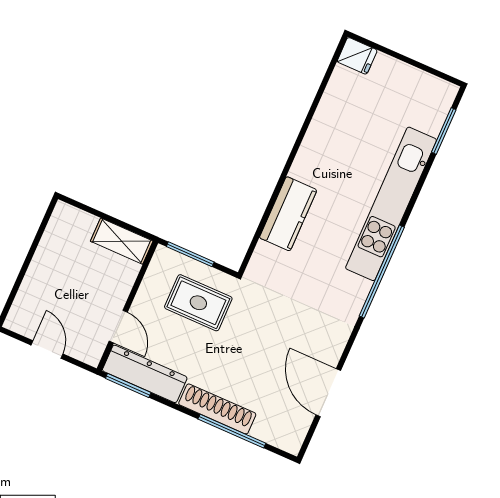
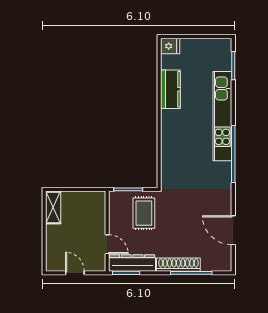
kitchen counter: (288, 214) -> (170, 89), moved
shelving: (122, 241) -> (53, 207), moved, turned 90
rug: (198, 303) -> (144, 213), turned 90

